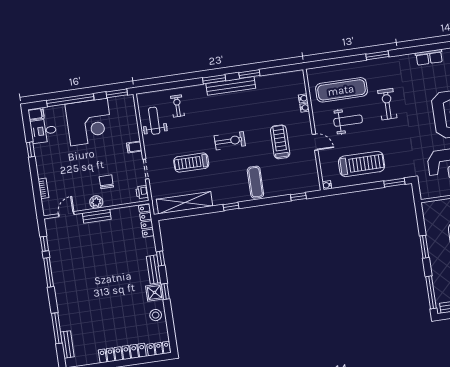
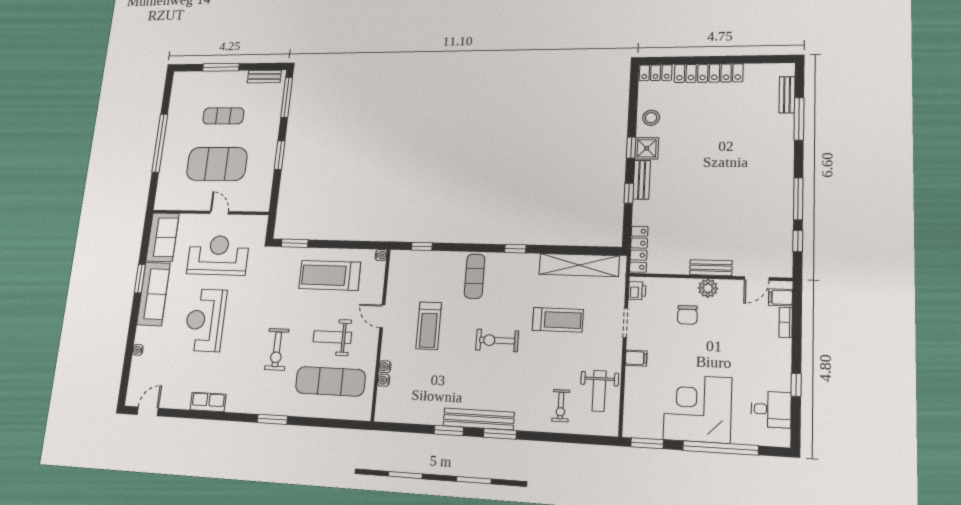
filing cabinet: (36, 114) -> (781, 297), moved

